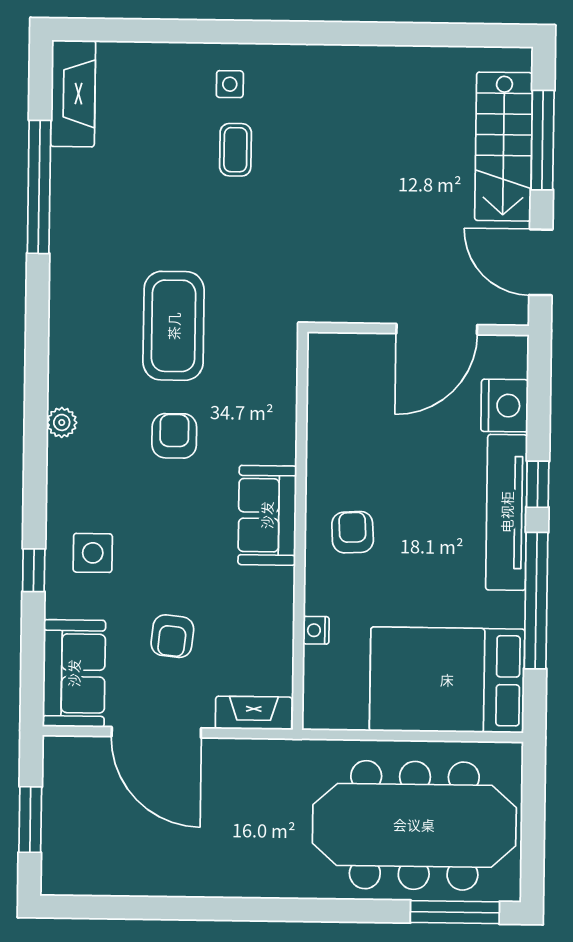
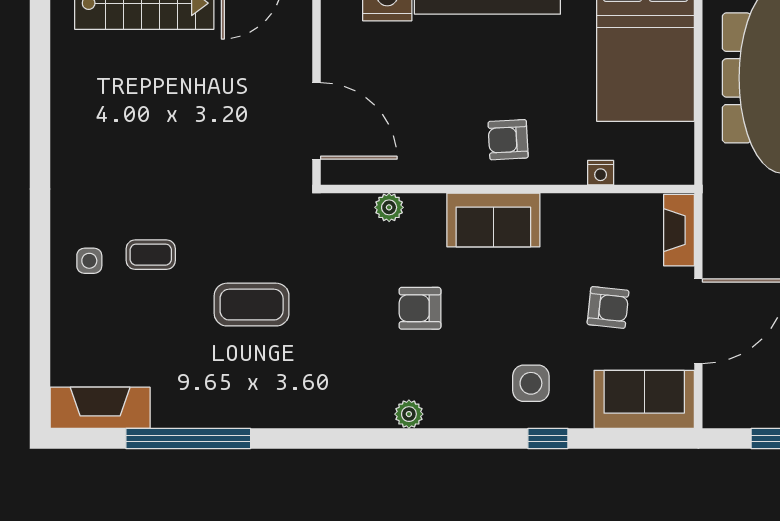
coffee table: (174, 326) -> (252, 305), moved, width x0.73, depth x0.76
door: (437, 329) -> (316, 121), moved
plant: (282, 404) -> (389, 207), added

